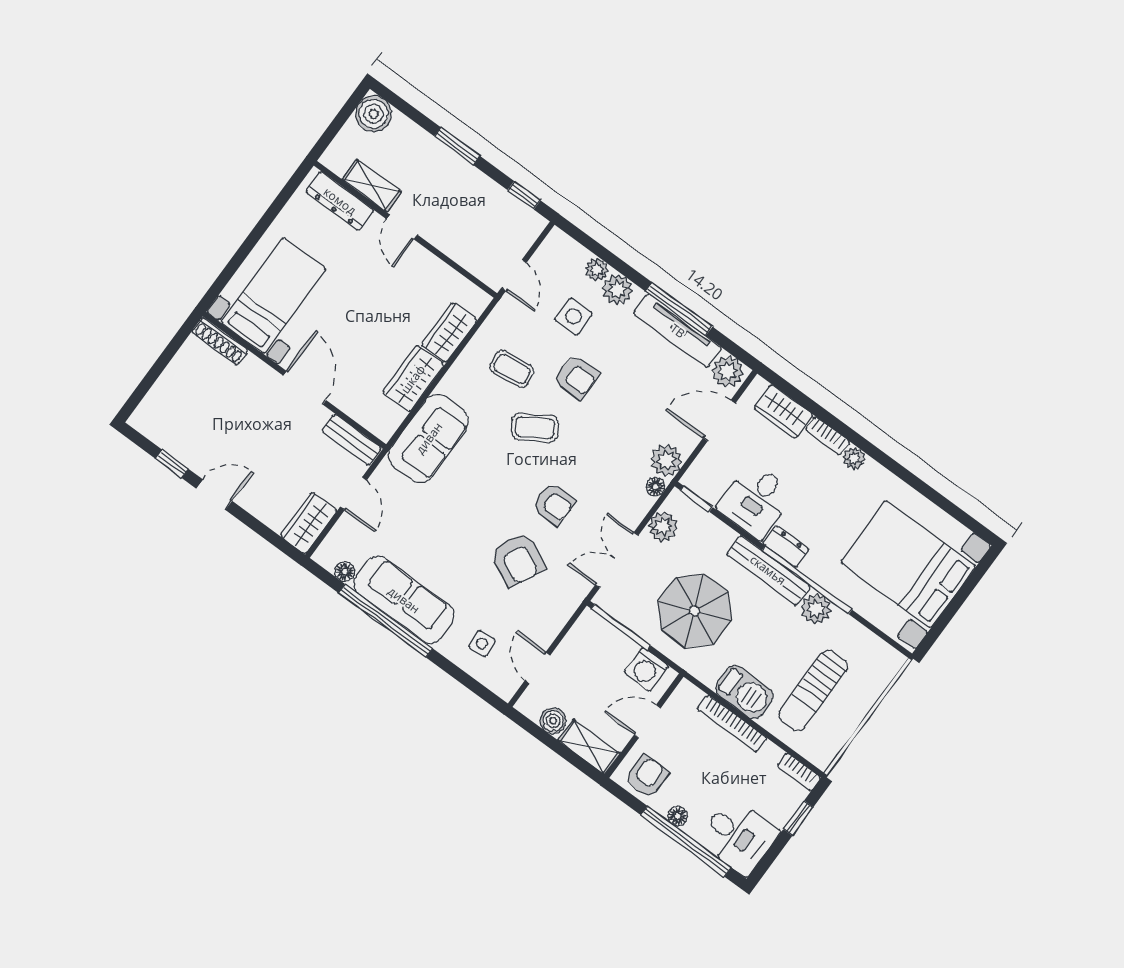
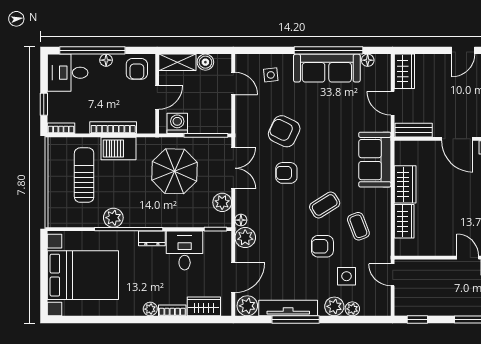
coffee table: (512, 369) -> (358, 226), turned 76
bench: (768, 570) -> (152, 220), removed

